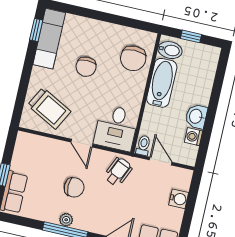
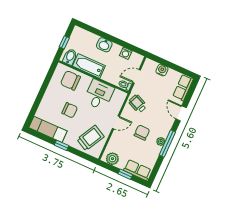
window: (36, 30) -> (61, 145), moved
chair: (133, 58) -> (70, 80), turned 180
washbasin: (196, 116) -> (104, 45), moved
desk: (116, 128) -> (99, 95), moved, turned -90
plant: (24, 149) -> (112, 159), added

